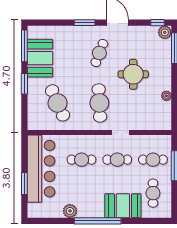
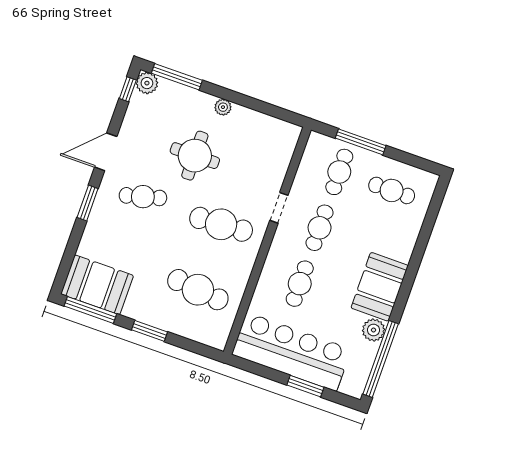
cafe table: (99, 53) -> (143, 197), turned -36
booth: (40, 58) -> (97, 285), moved
plant: (166, 96) -> (223, 107), moved
cafe table: (58, 103) -> (198, 290), turned 30
booth: (123, 206) -> (380, 287), moved
window: (98, 221) -> (381, 359), moved

